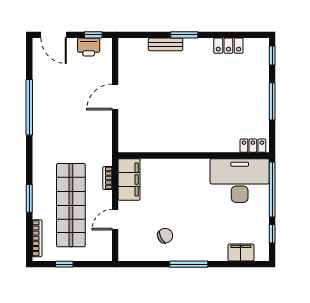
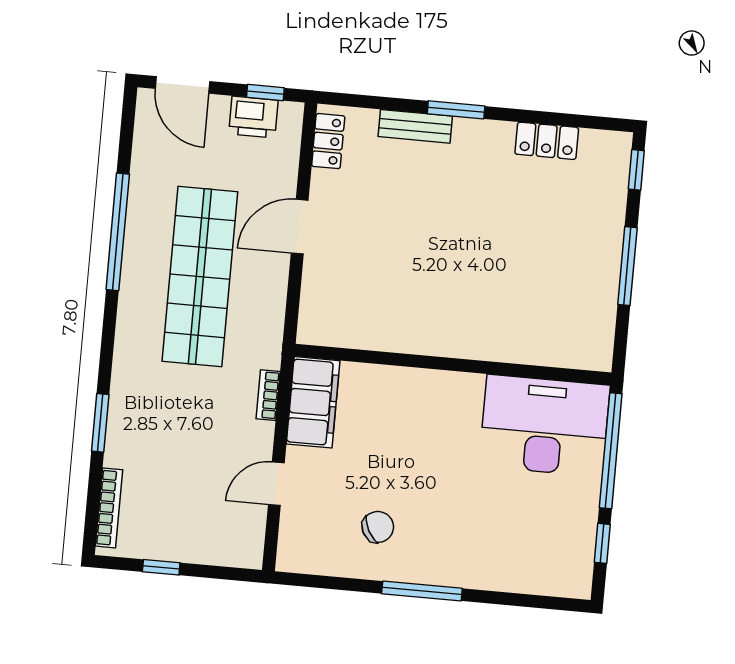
locker: (253, 146) -> (328, 141), moved, turned 90
shop shelf: (71, 205) -> (200, 276), moved
filing cabinet: (241, 252) -> (533, 577), removed

